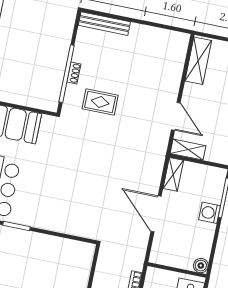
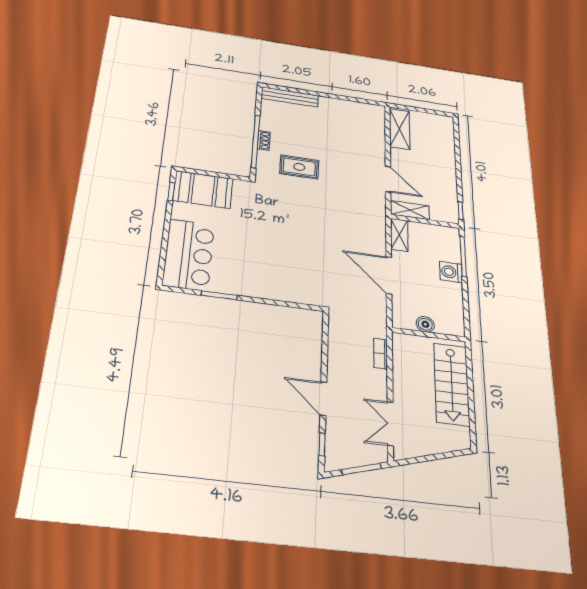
boiler: (201, 266) -> (425, 324), moved

